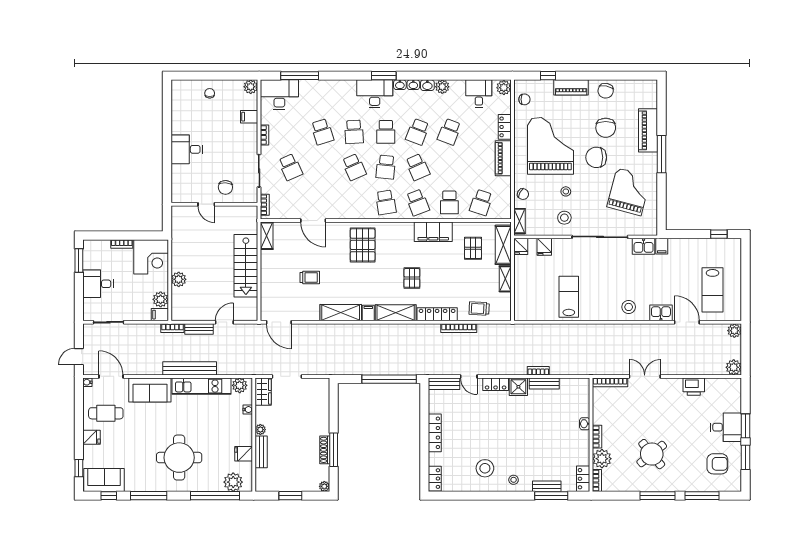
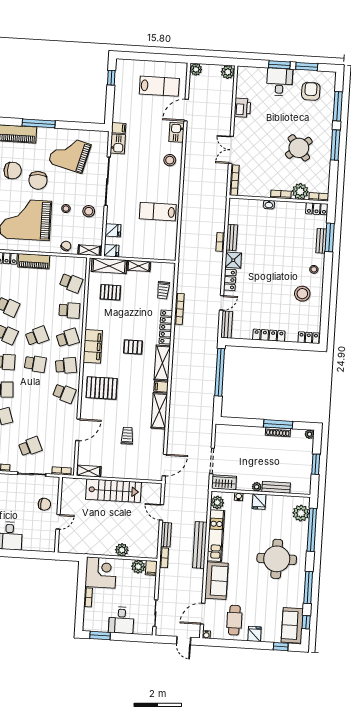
school desk: (354, 167) -> (64, 393), moved, turned 42
filing cabinet: (433, 232) -> (93, 346), moved
fridge: (244, 454) -> (259, 502), moved

